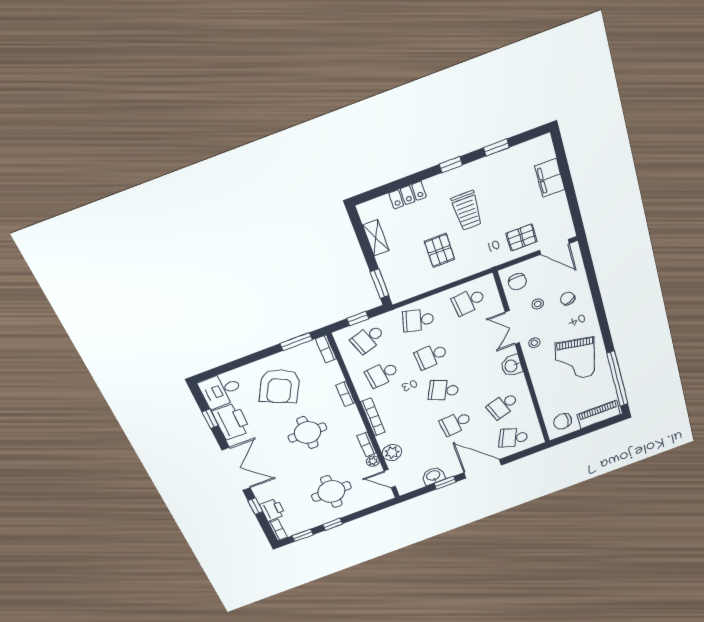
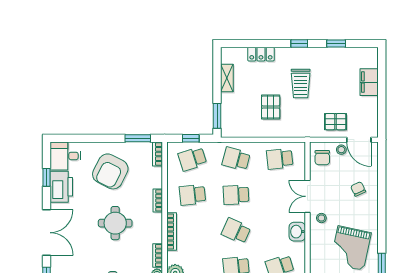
stool: (538, 304) -> (341, 150), moved

